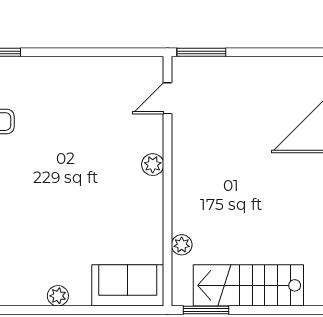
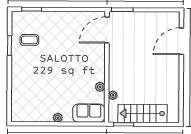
door: (168, 98) -> (107, 30), width x1.88
plant: (153, 165) -> (100, 87), moved

